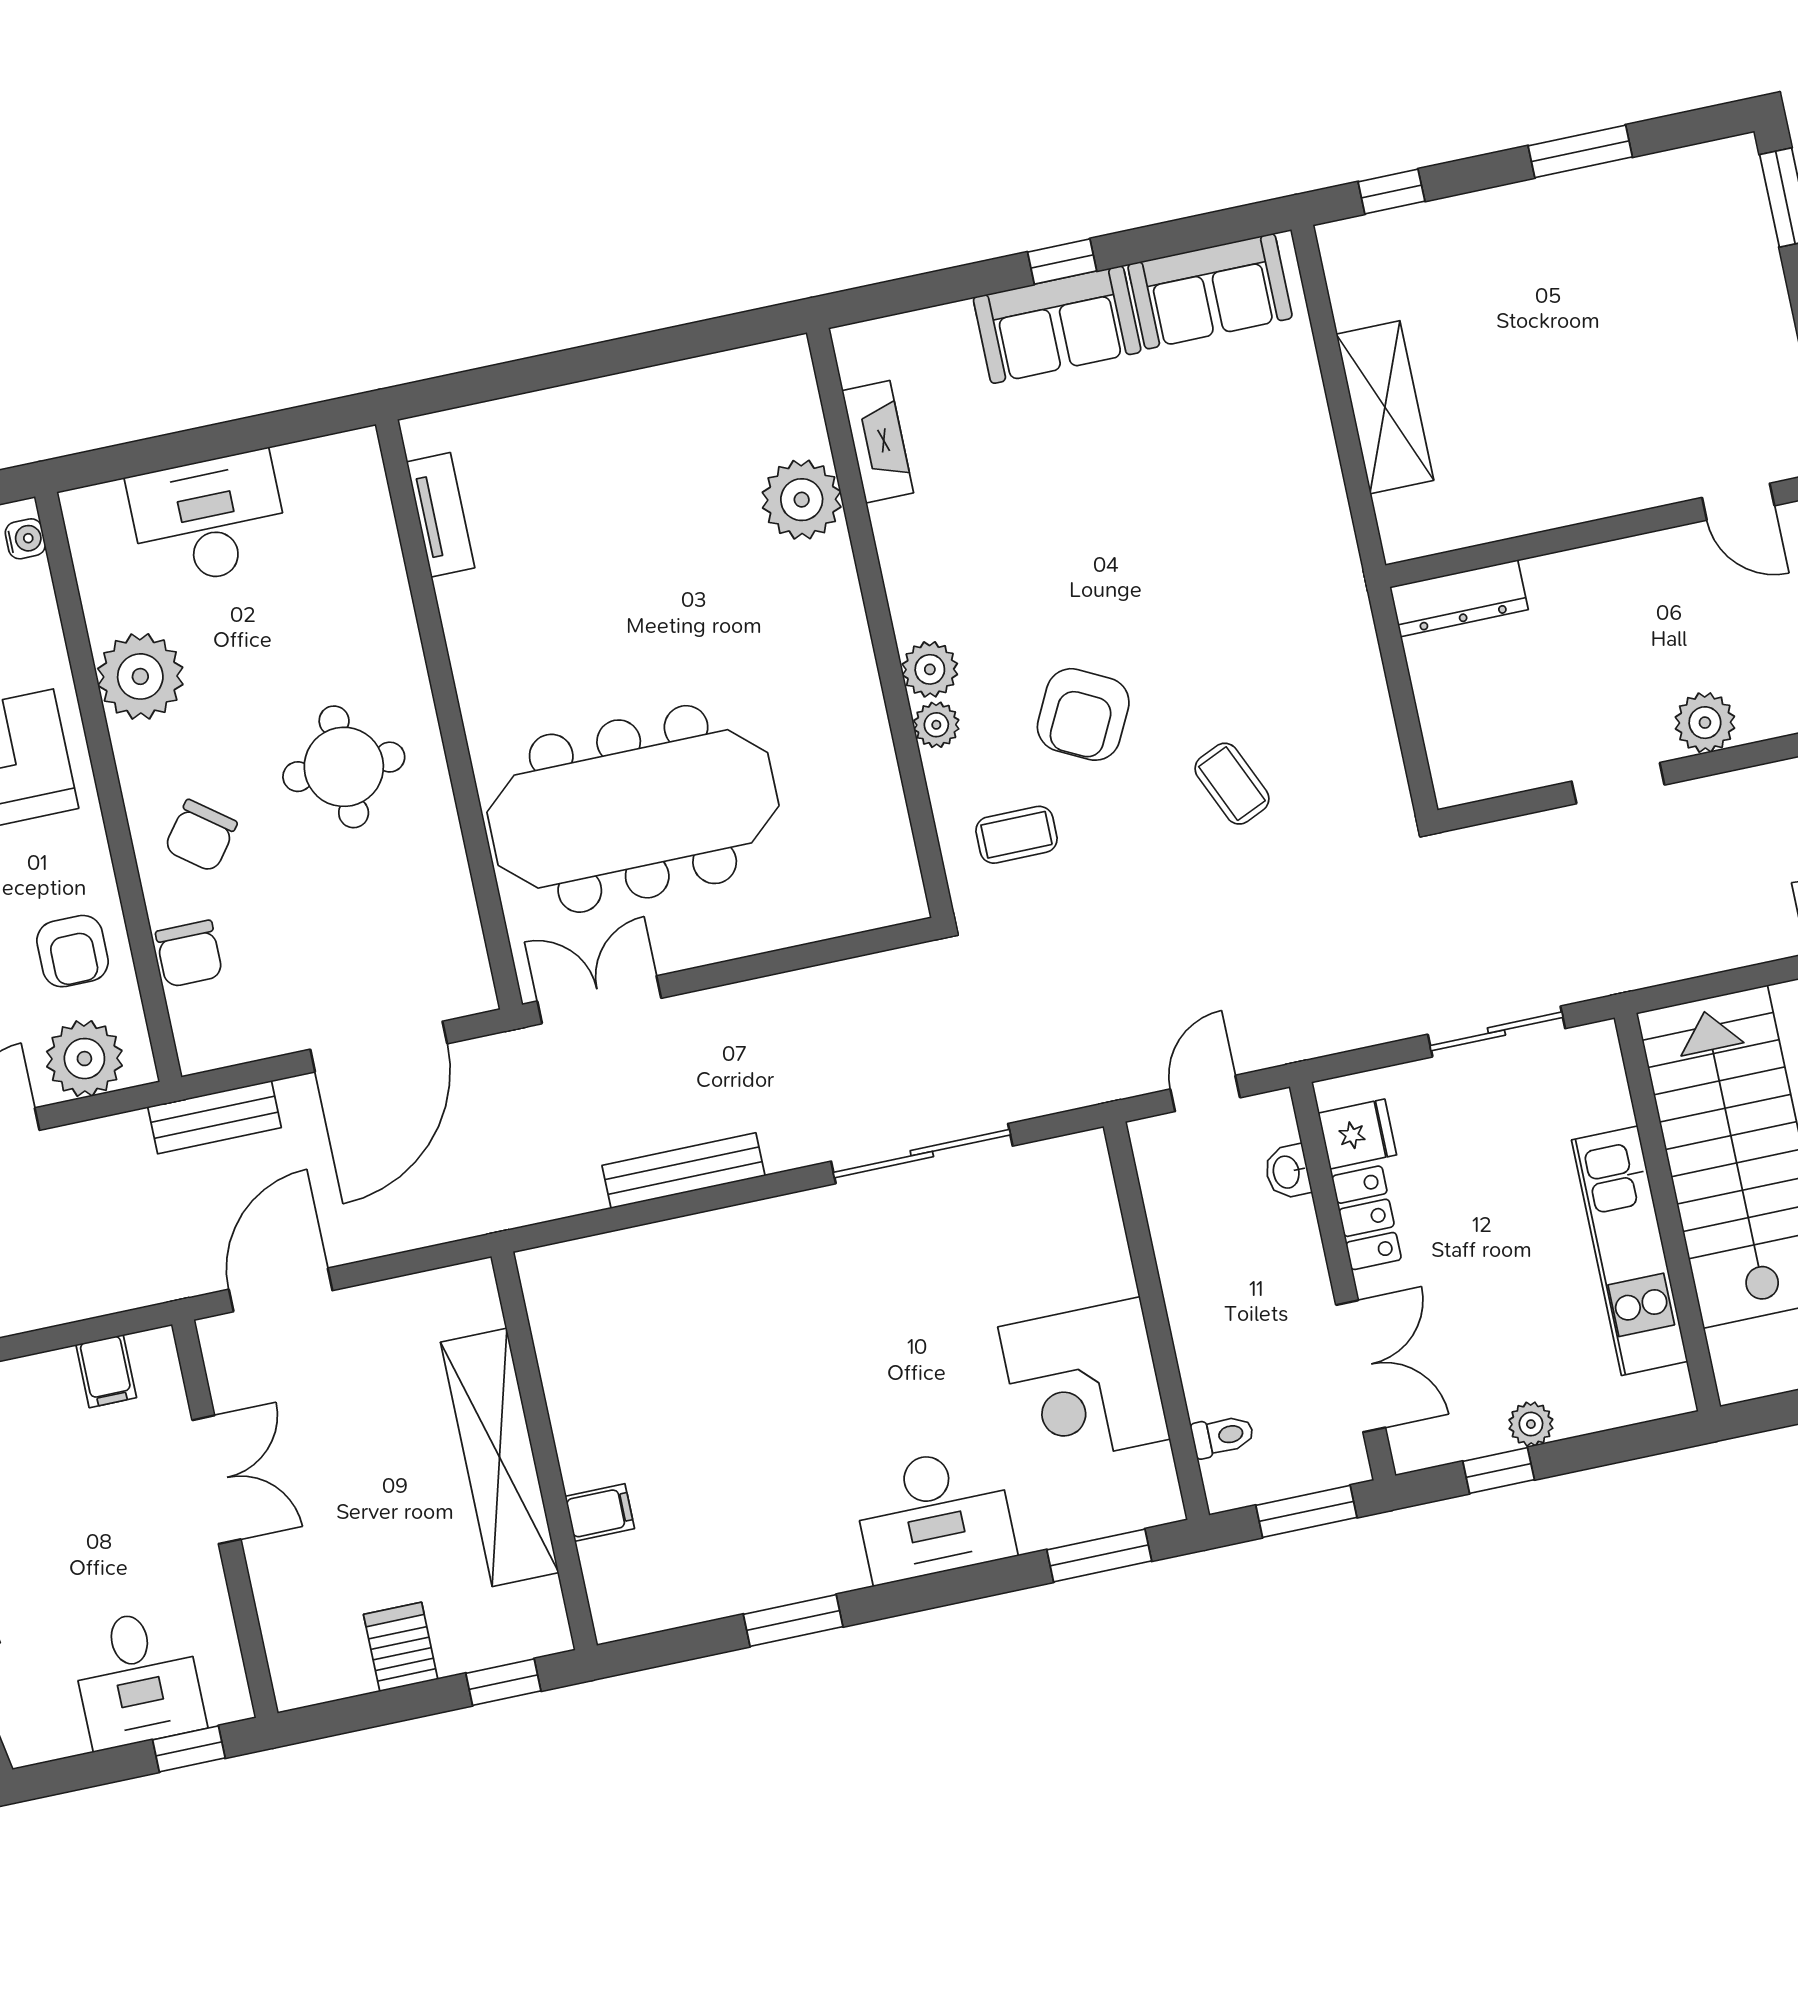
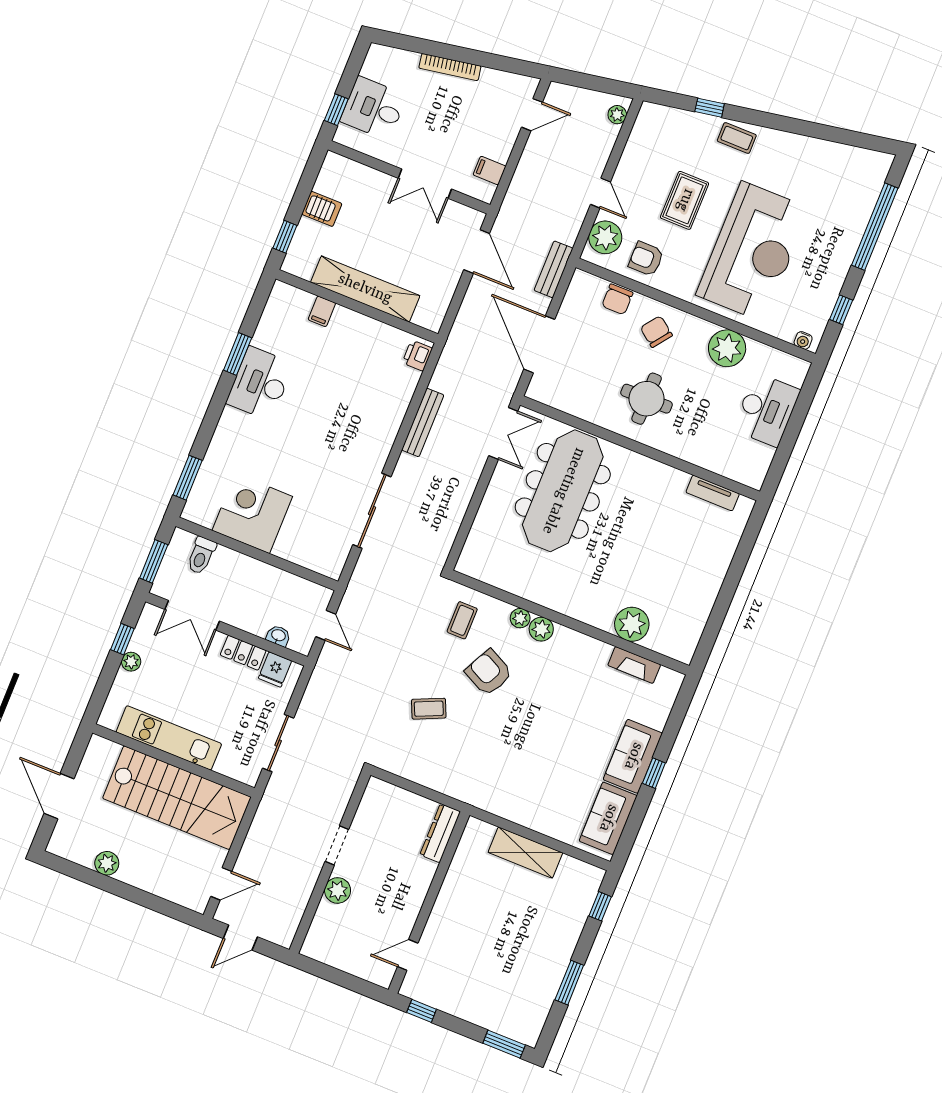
chair: (189, 954) -> (617, 299), turned -90
printer: (561, 1269) -> (417, 356), added
toilet: (1223, 1436) -> (201, 555), width x1.37, depth x1.39
desk: (934, 1514) -> (260, 383), moved

